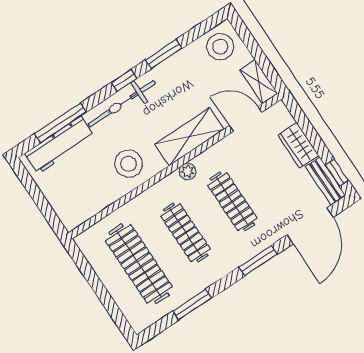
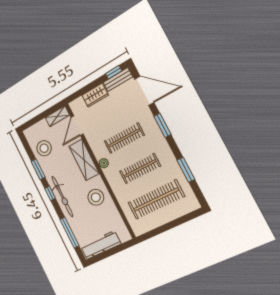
stool: (220, 47) -> (44, 148), moved
workbench: (60, 145) -> (101, 245), moved, turned -90

